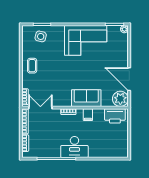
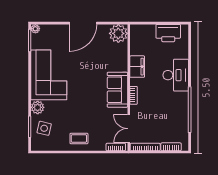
plant: (58, 31) -> (38, 107), added
door: (129, 79) -> (83, 23), moved
sofa: (86, 98) -> (117, 90), moved
filing cabinet: (88, 115) -> (137, 67), width x2.00
printer: (115, 116) -> (168, 33), moved, turned 90
desk: (74, 147) -> (176, 75), moved

